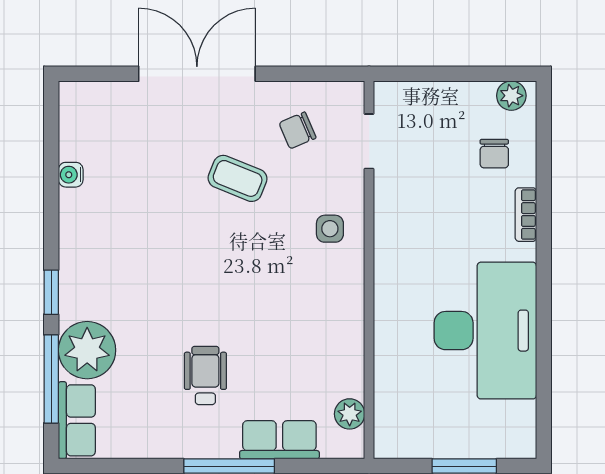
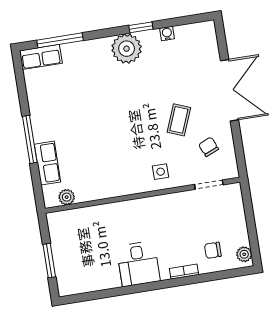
window: (51, 292) -> (141, 27), moved
desk: (485, 331) -> (138, 264), width x0.53, depth x0.77
plant: (87, 350) -> (127, 49), moved
wheelchair: (205, 376) -> (75, 120), removed

